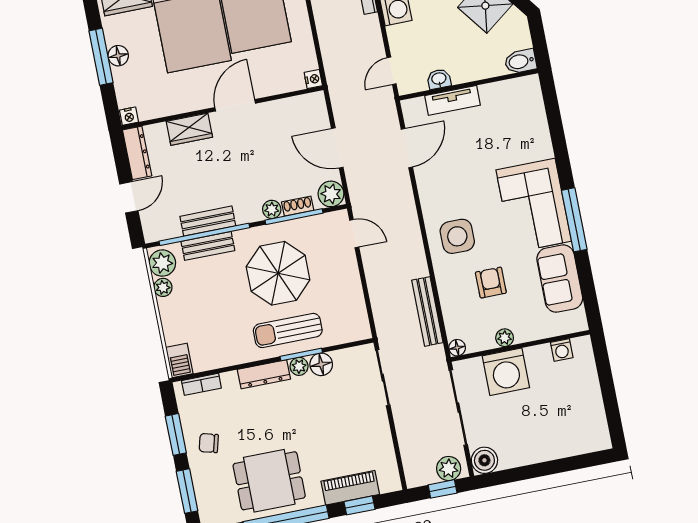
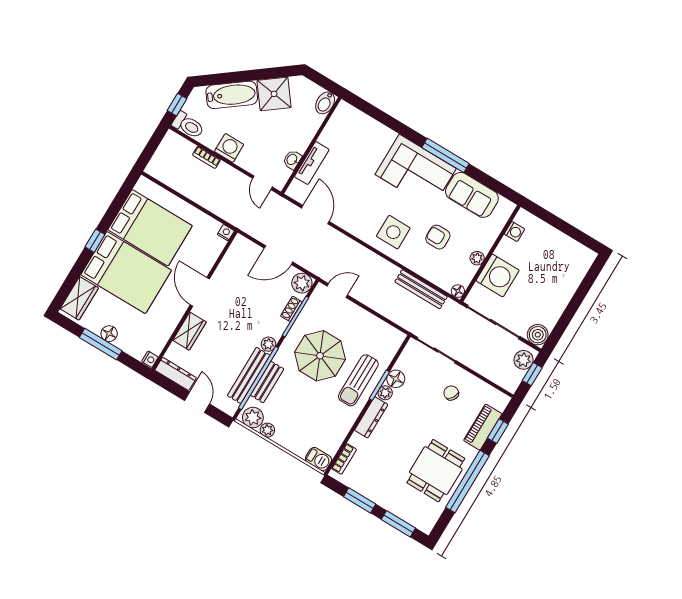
plant: (272, 209) -> (268, 344), moved
bench: (208, 221) -> (249, 375), width x1.36
chair: (209, 443) -> (451, 393), moved, turned 107

